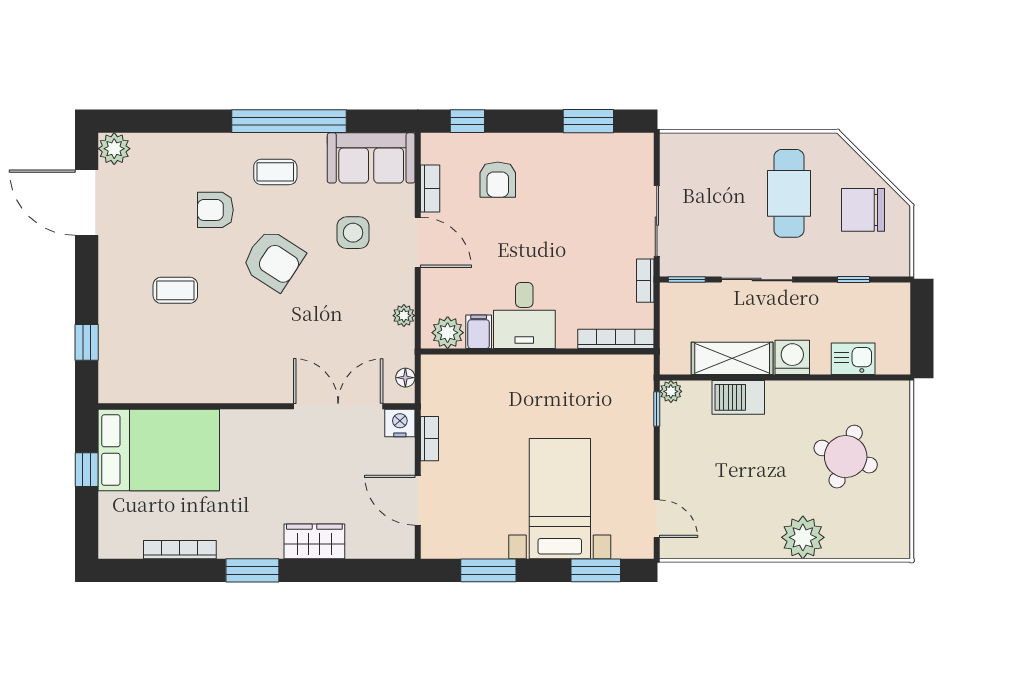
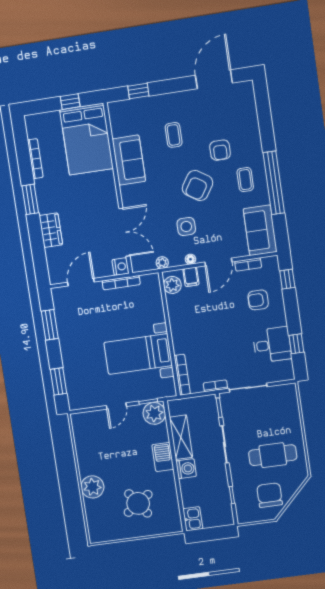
window: (588, 121) -> (296, 344), width x0.67
plant: (114, 149) -> (245, 90), removed
armchair: (215, 210) -> (220, 150), turned 180
side table: (353, 233) -> (186, 227), moved
plant: (404, 316) -> (162, 263), moved
desk: (524, 316) -> (272, 345), moved, turned 180
filing cabinet: (479, 332) -> (191, 277), moved, turned 90
kitchen sink: (853, 359) -> (193, 519), moved
sofa: (208, 378) -> (129, 160), added
floor lamp: (405, 378) -> (190, 259), moved
plant: (671, 391) -> (154, 413), width x1.87, depth x1.87
barbecue: (738, 397) -> (163, 457), moved
bookcase: (430, 439) -> (121, 283), width x1.56
round table: (846, 457) -> (138, 503), turned 35
bed with nightstands: (560, 499) -> (138, 354), moved, turned 180
door: (657, 519) -> (116, 406), moved

